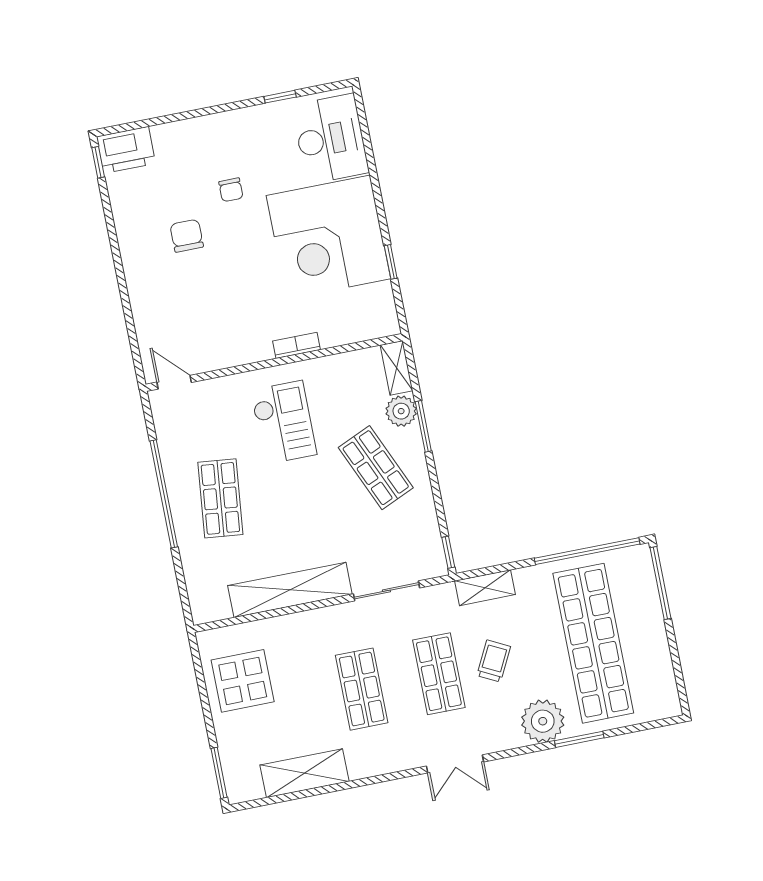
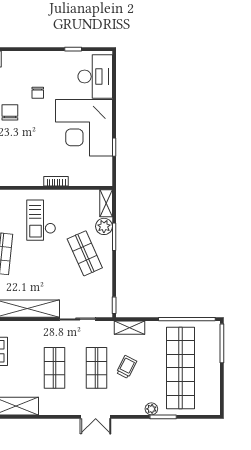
checkout: (284, 422) -> (41, 220), turned 180
plant: (543, 721) -> (151, 409), width x0.53, depth x0.53

